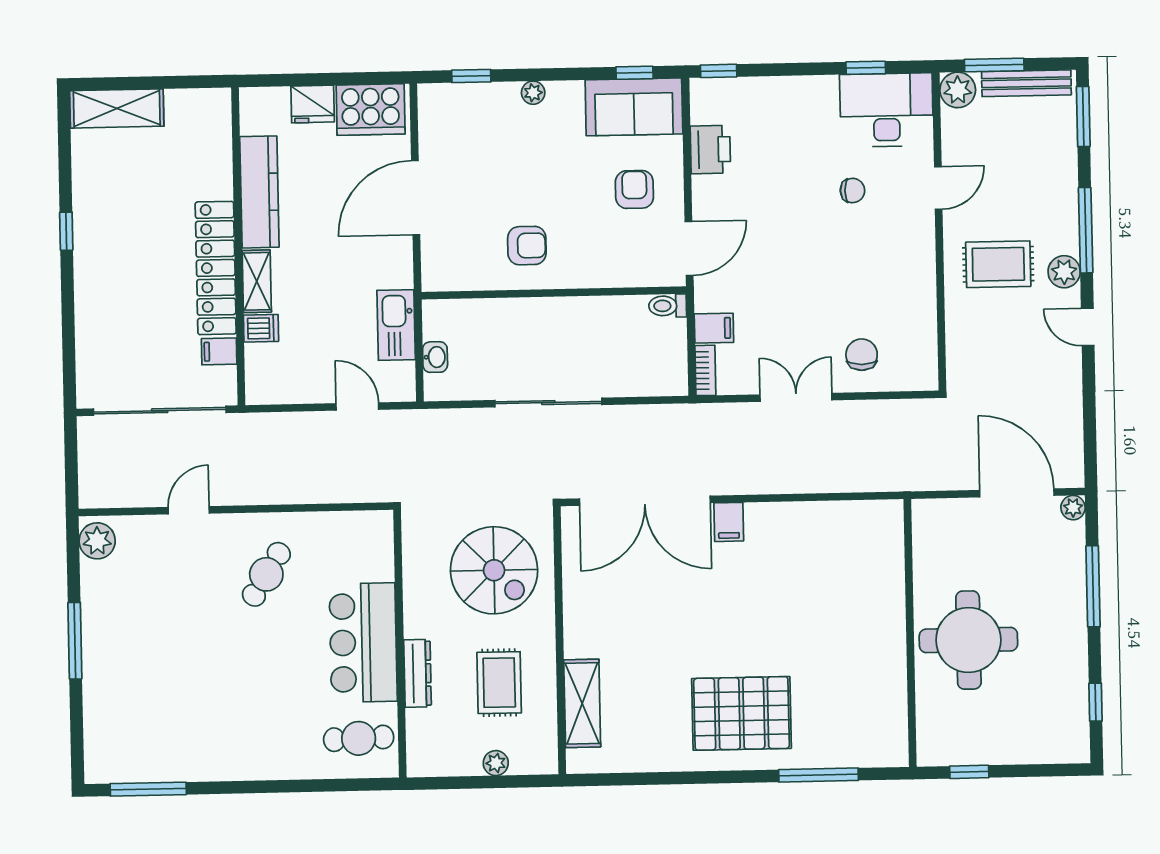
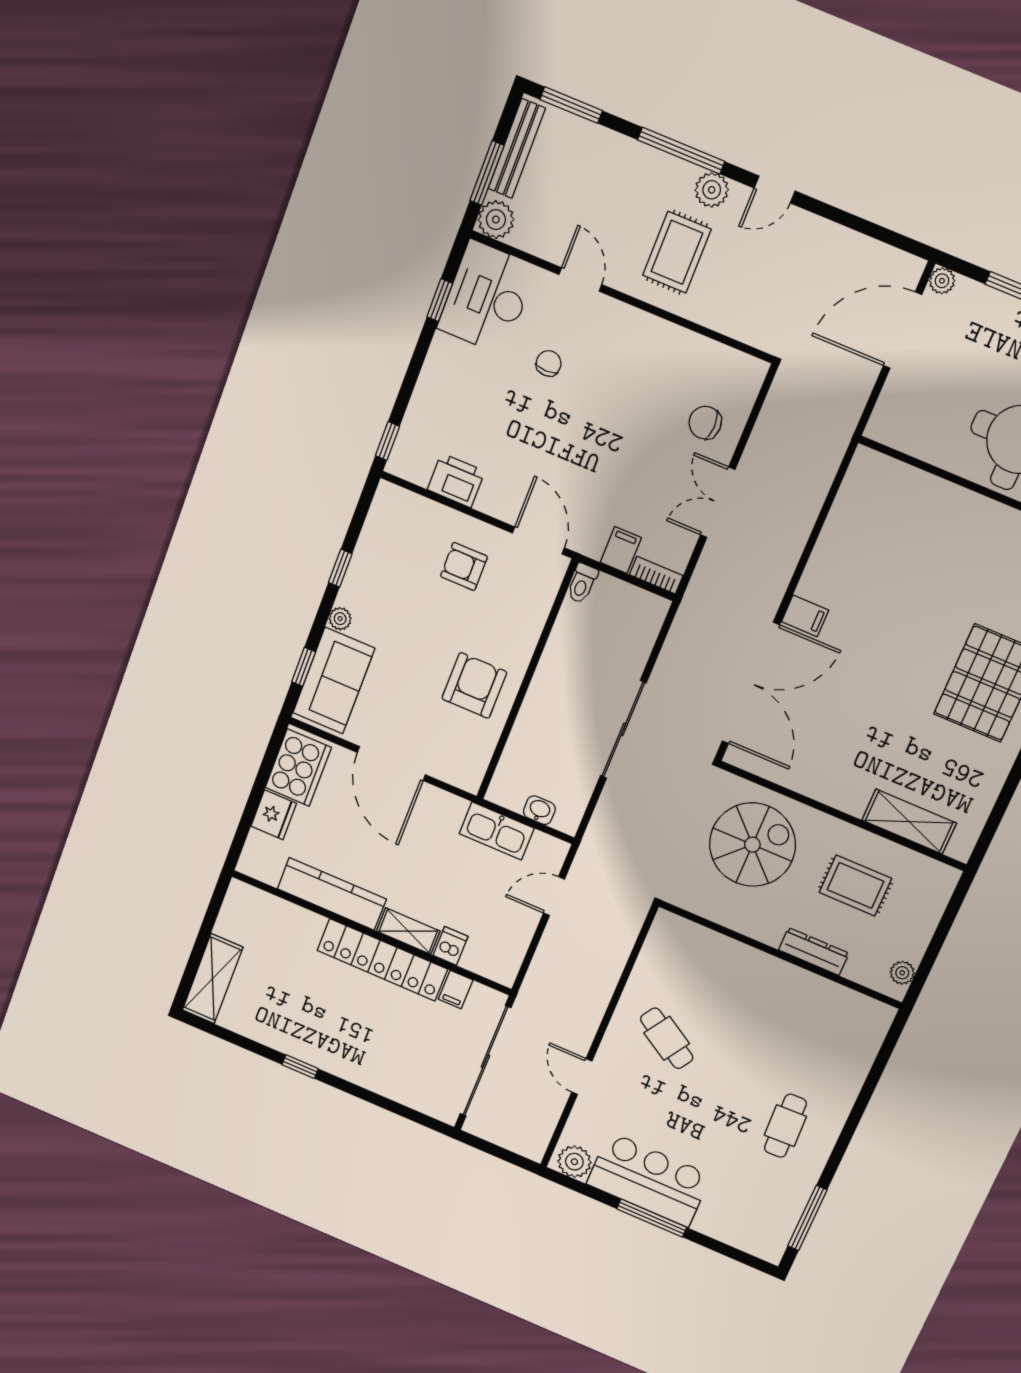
window: (635, 73) -> (340, 568), moved
sofa: (634, 107) -> (334, 681), moved
armchair: (527, 246) -> (474, 685), width x1.38, depth x1.38
bar counter: (363, 643) -> (649, 1180), moved, turned 180
cafe table: (359, 738) -> (785, 1126), moved
plant: (496, 763) -> (902, 973), moved

